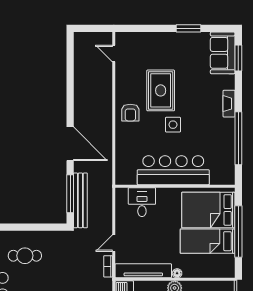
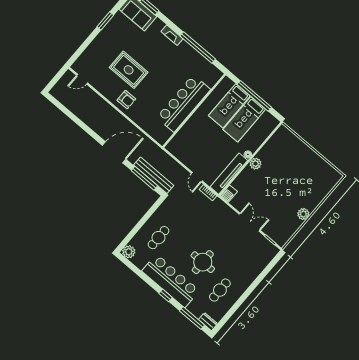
side table: (173, 125) -> (156, 80), removed
desk: (142, 202) -> (187, 139), removed
bed: (208, 210) -> (229, 106), width x0.67

